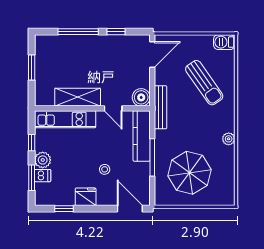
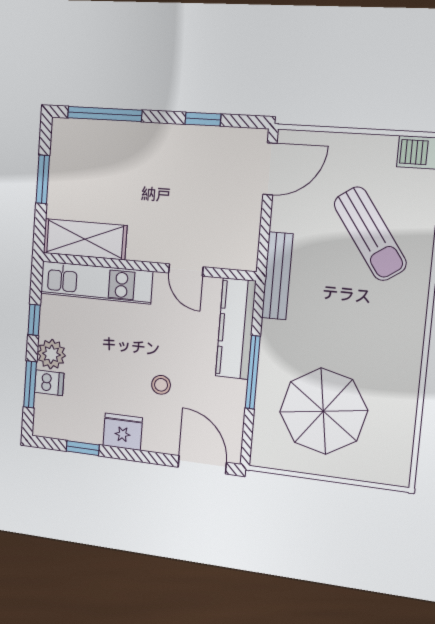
window: (78, 32) -> (105, 114), moved
shelving: (78, 97) -> (85, 239), moved
boiler: (141, 97) -> (241, 253), removed
plant: (229, 139) -> (410, 353), removed

